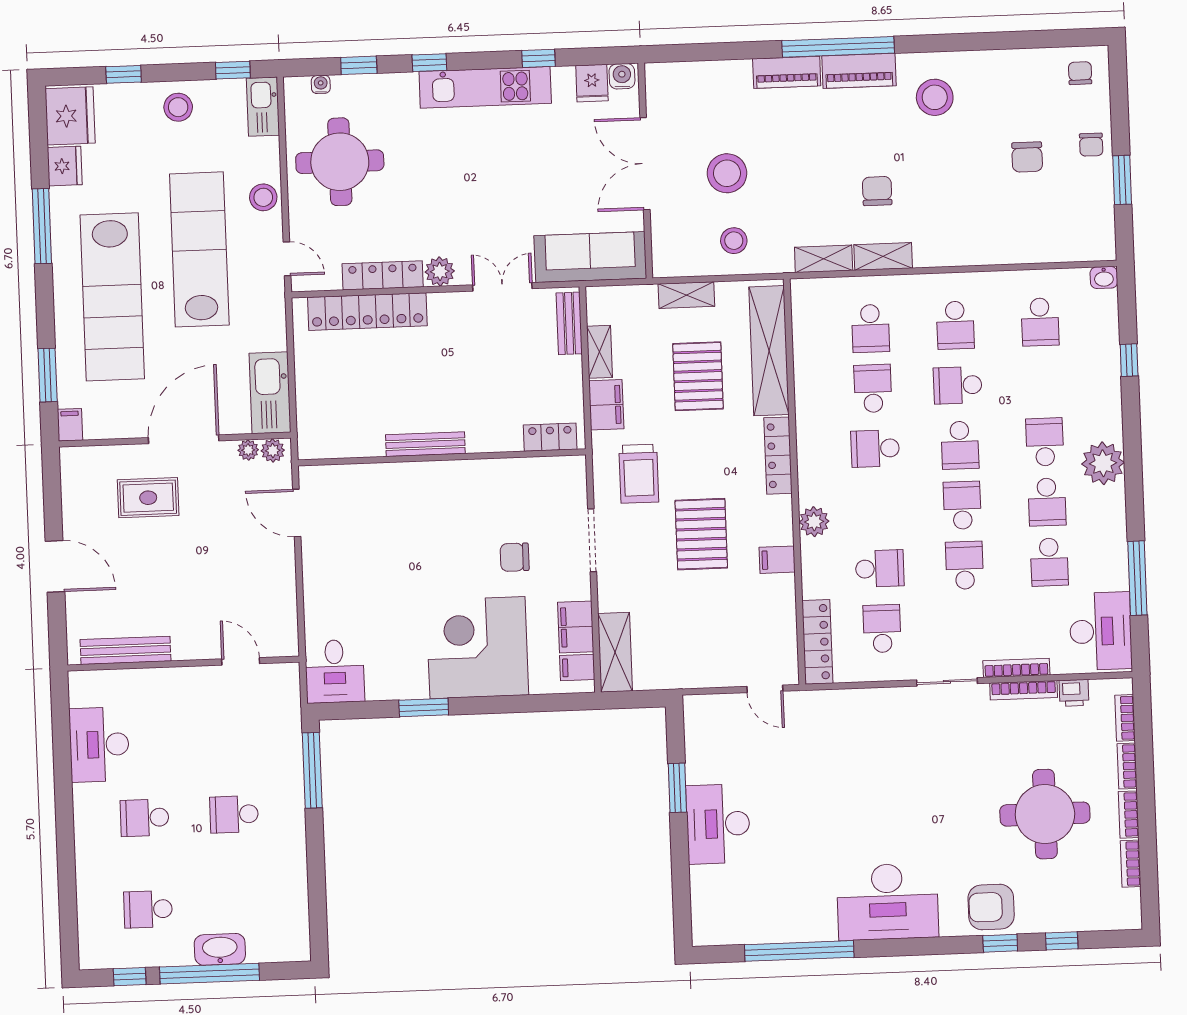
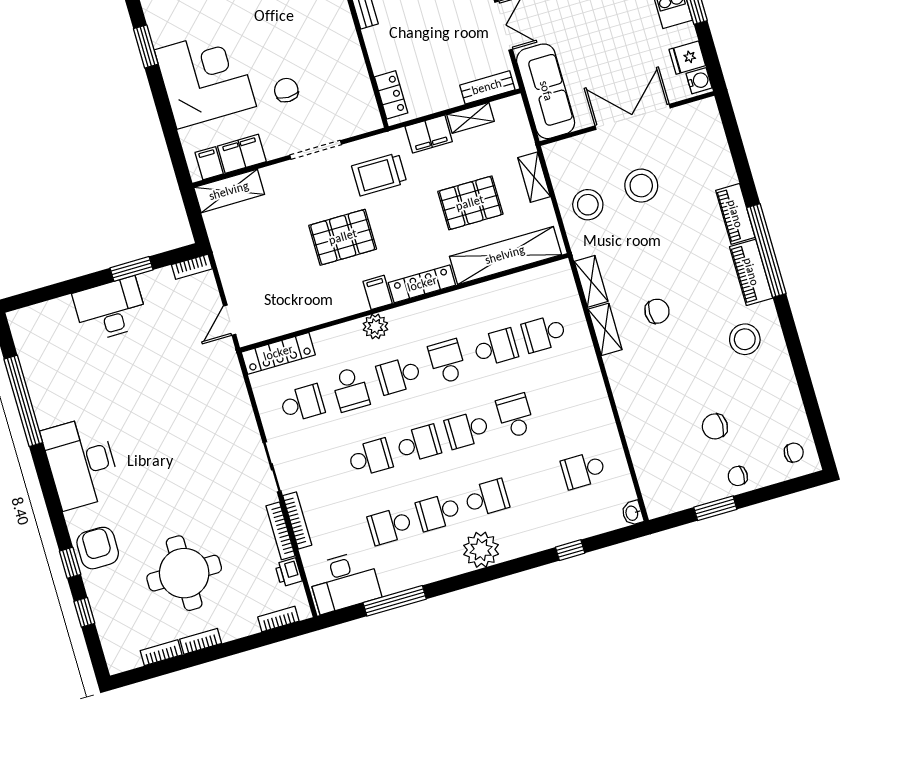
stool: (734, 241) -> (588, 205), width x1.38, depth x1.38
school desk: (955, 325) -> (399, 375), moved
filing cabinet: (777, 560) -> (378, 292), moved
bookcase: (1127, 766) -> (192, 267), moved, turned 180

